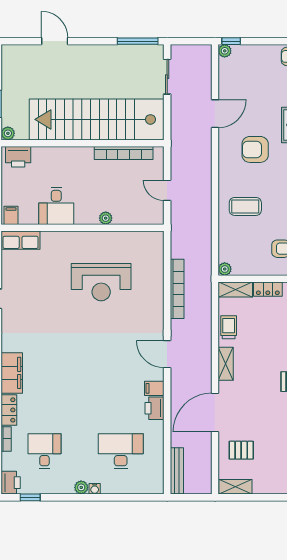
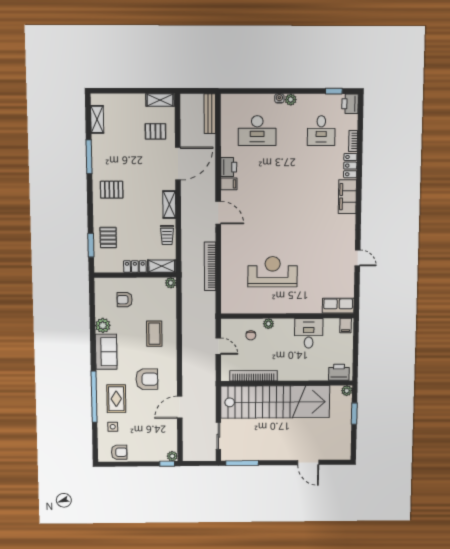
chair: (127, 204) -> (251, 335), added
coffee table: (245, 206) -> (154, 334), turned 90

